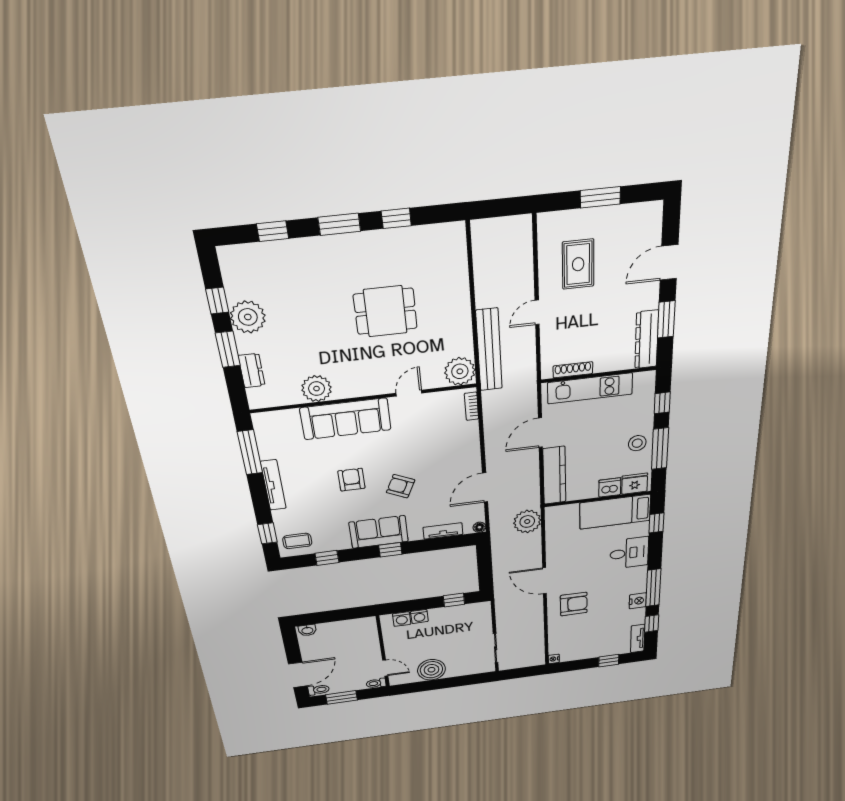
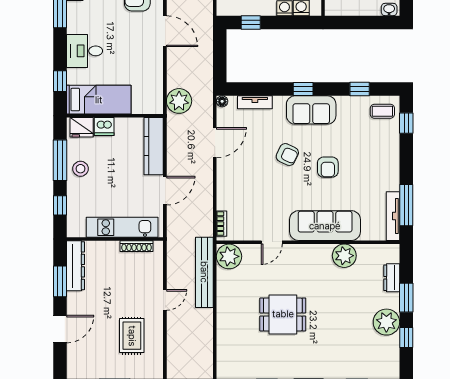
tv unit: (273, 485) -> (393, 216), moved

